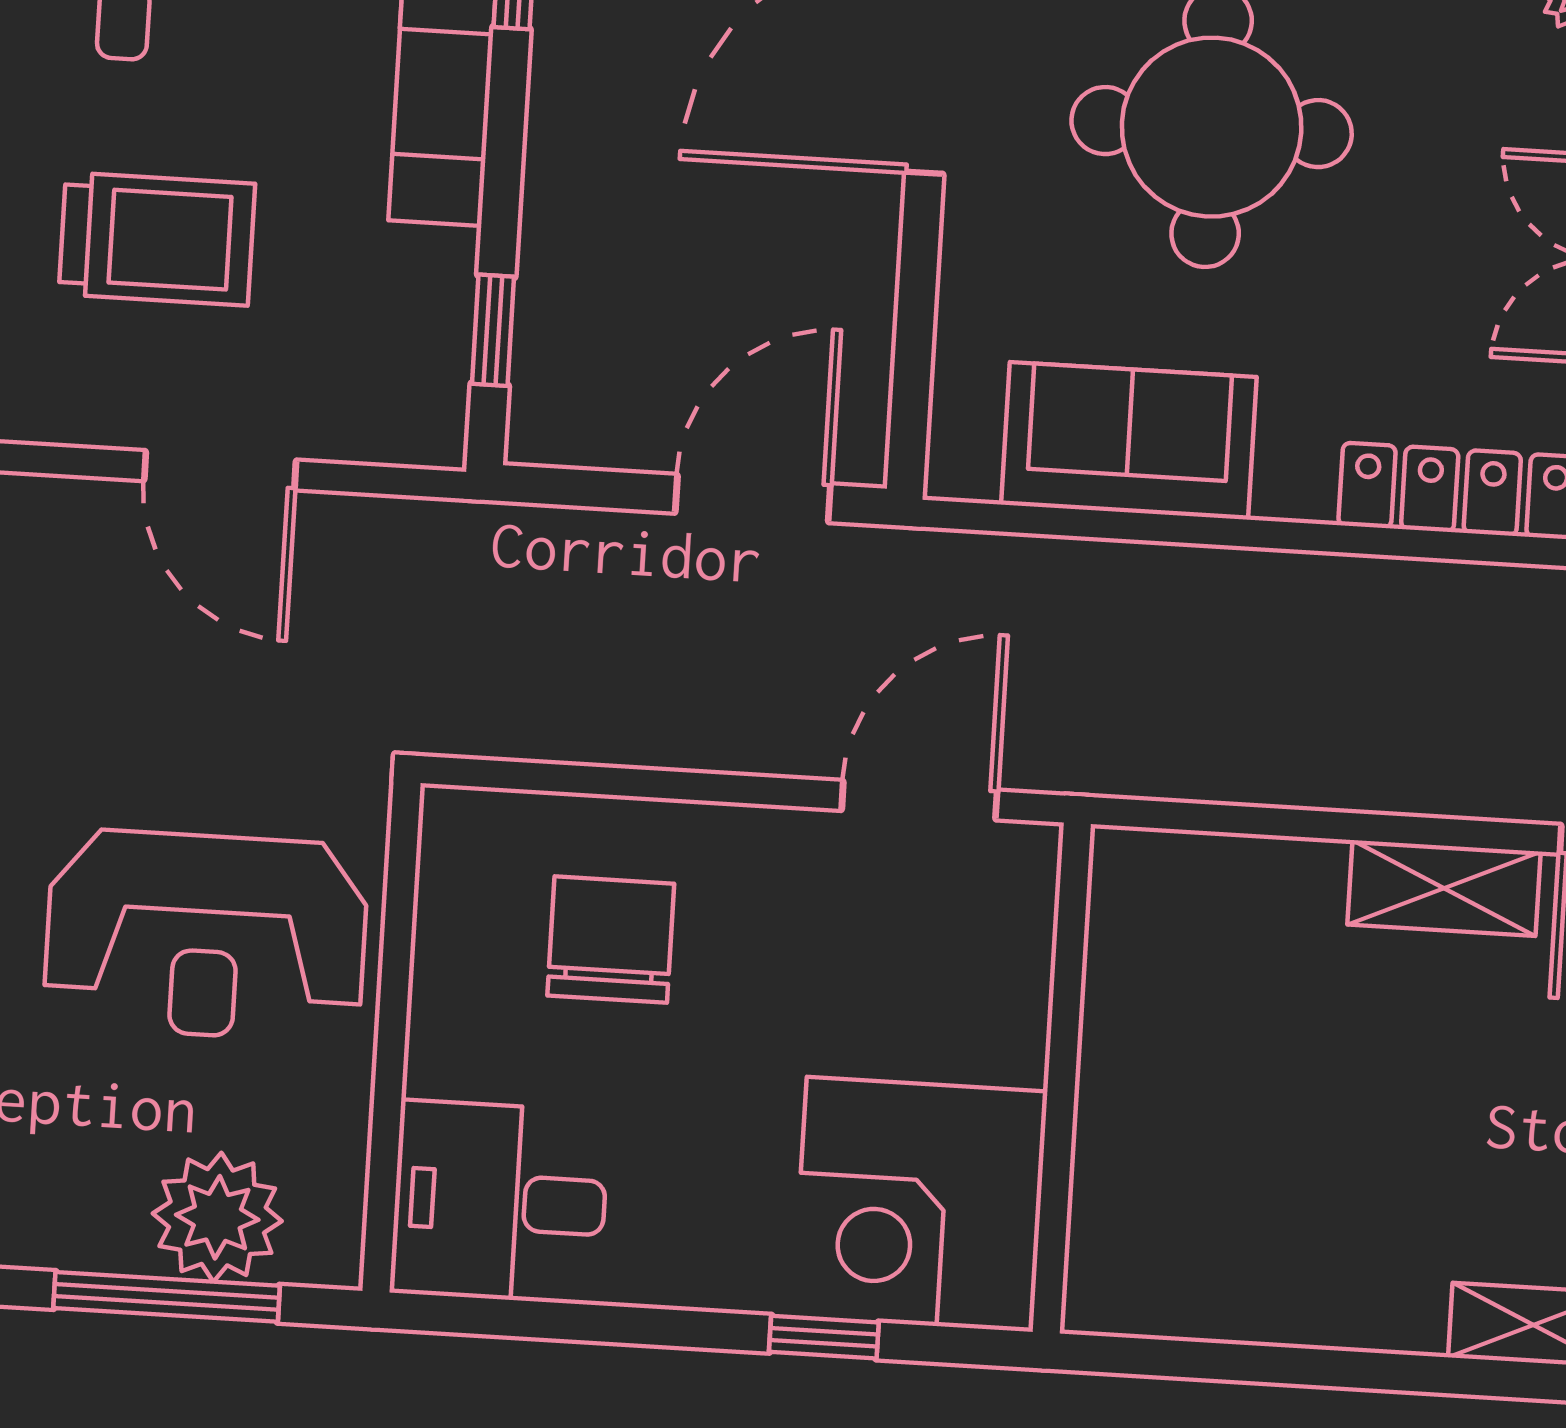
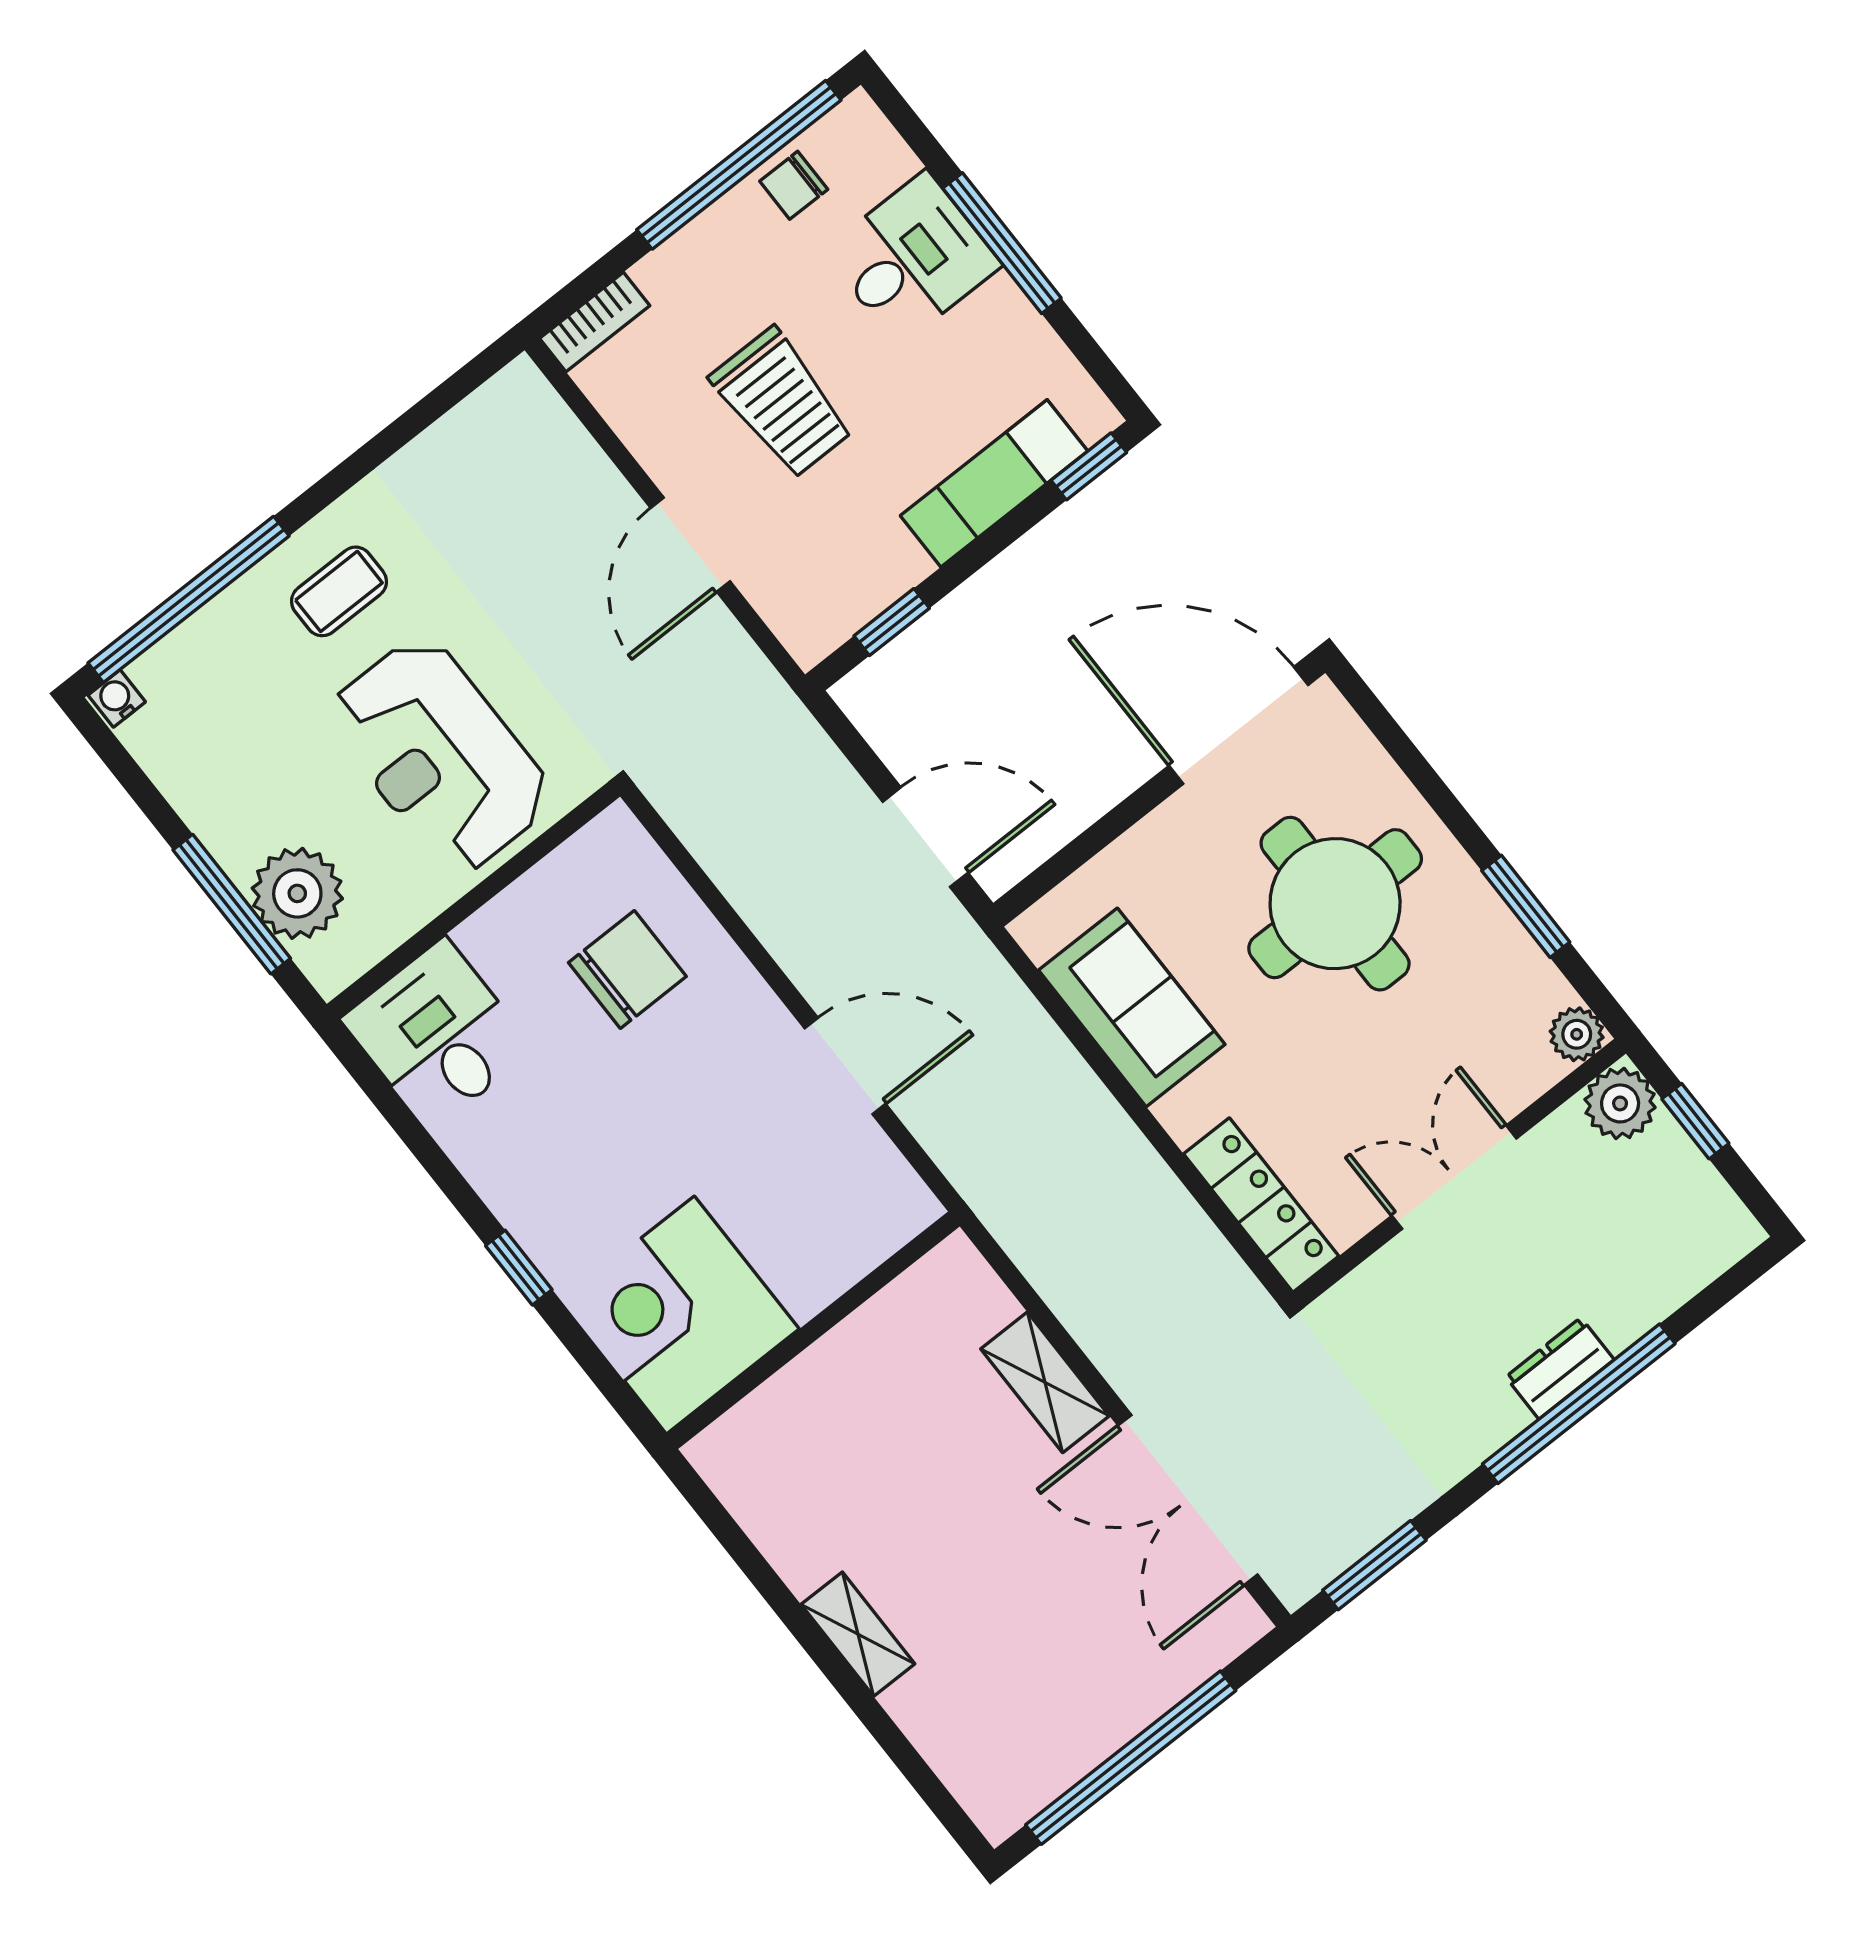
wall: (1062, 1078) -> (813, 1330), moved
corner desk: (920, 1204) -> (680, 1315), moved

